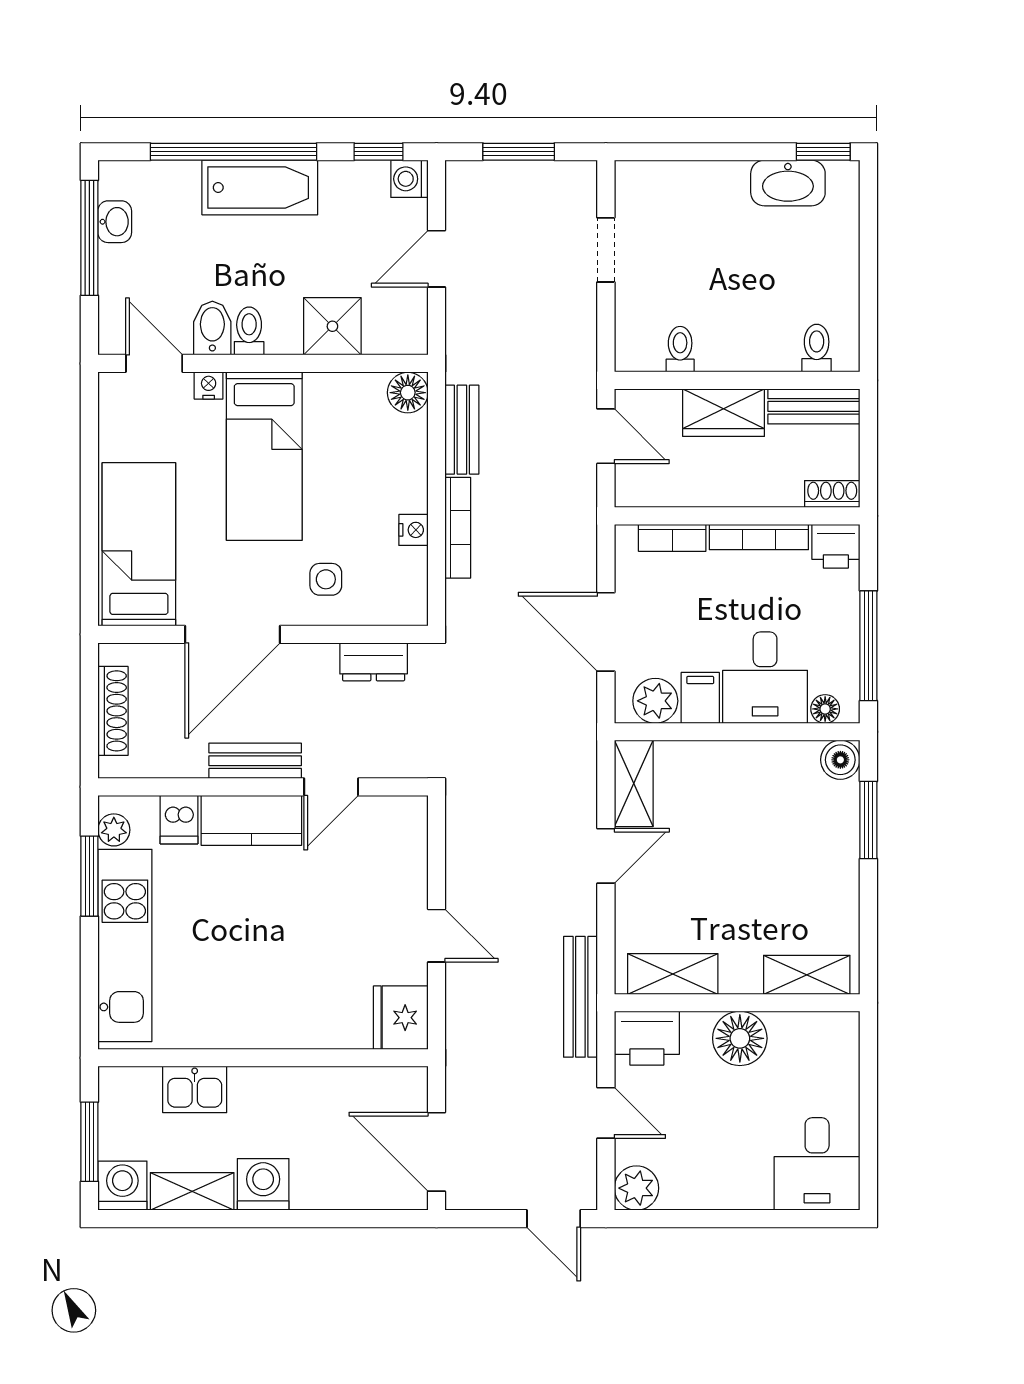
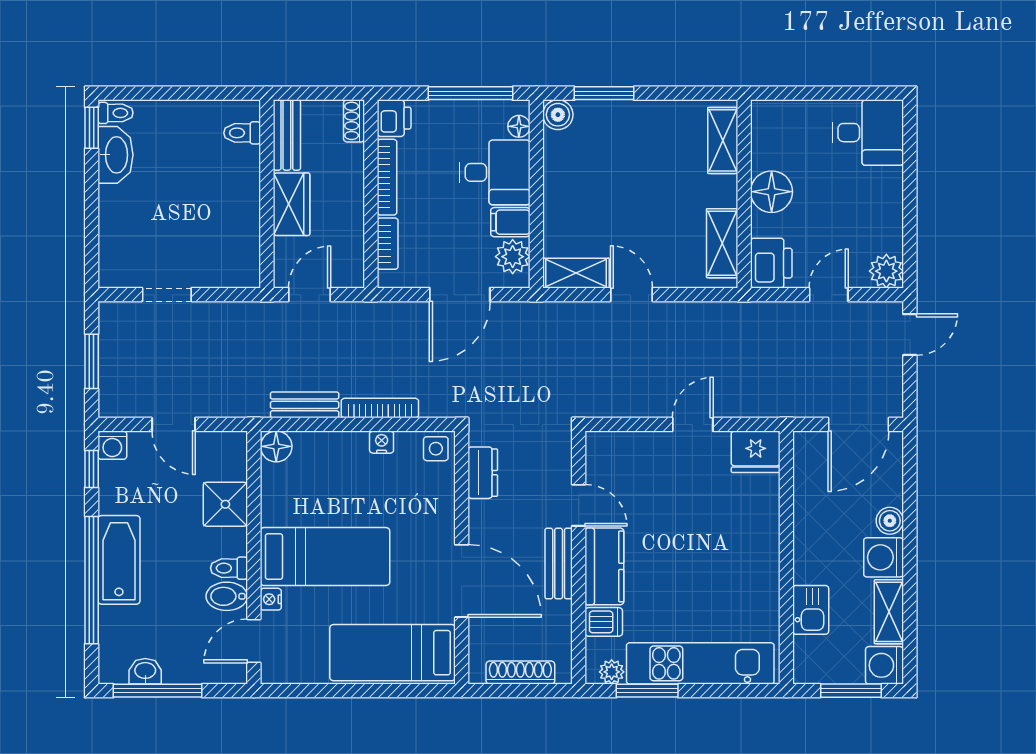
toilet: (680, 349) -> (115, 113), moved, turned 180
side table: (326, 579) -> (436, 449), moved
bench: (580, 997) -> (740, 314), removed
boiler: (311, 1193) -> (890, 521), added

